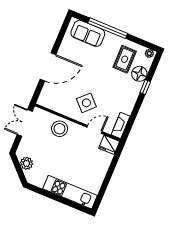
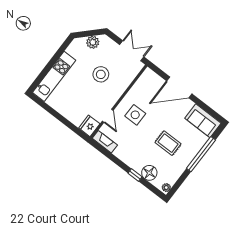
sofa: (88, 33) -> (203, 121), moved, turned -90
rug: (125, 59) -> (168, 143), moved
door: (48, 67) -> (179, 87), hinge flipped
side table: (86, 103) -> (135, 115), turned 45
stool: (60, 129) -> (101, 74), moved

